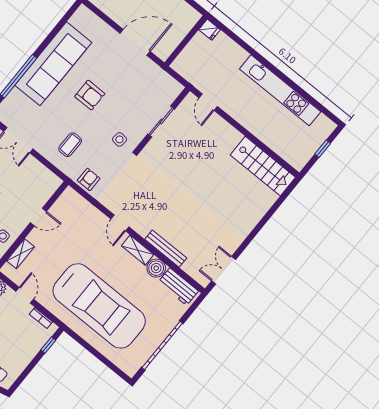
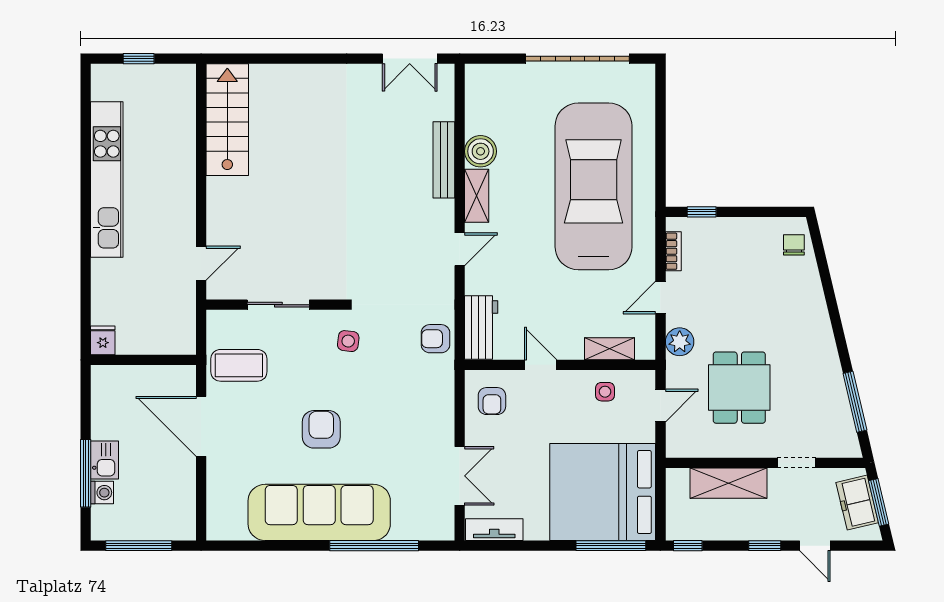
coffee table: (70, 145) -> (239, 365), moved, width x1.36, depth x1.30
armchair: (40, 182) -> (492, 401), added
workbench: (178, 287) -> (481, 328), moved

